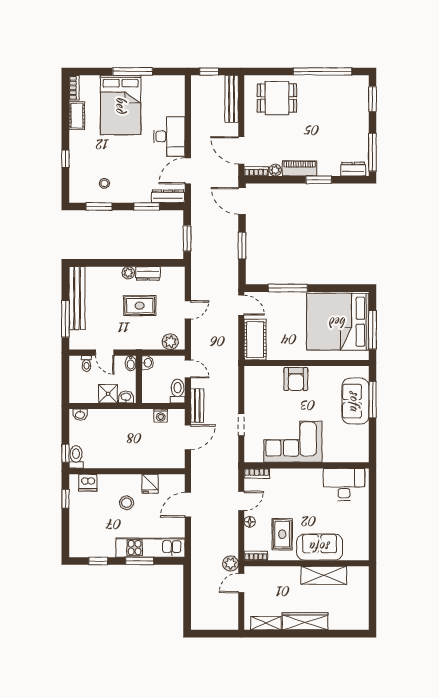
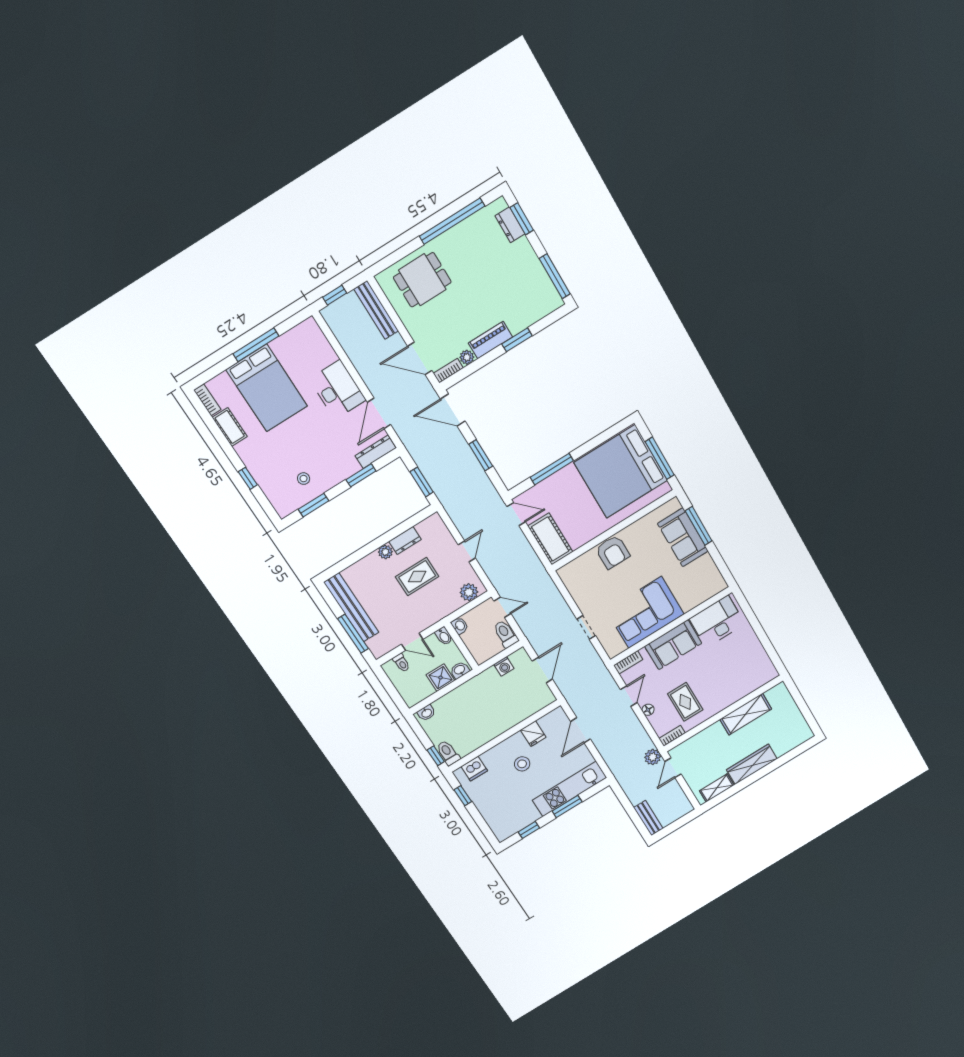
dresser: (353, 169) -> (510, 225), moved, turned -90
bench: (197, 406) -> (648, 818), moved
sofa: (320, 547) -> (673, 645), moved, turned 180

